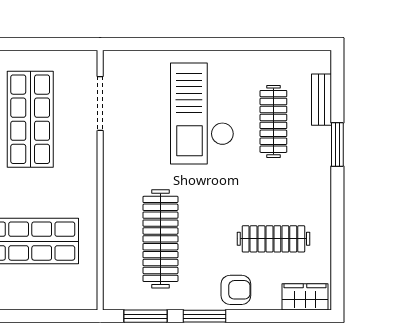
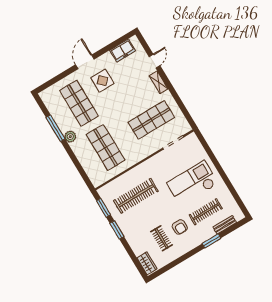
clothes rail: (273, 239) -> (162, 238), width x0.73
armchair: (236, 290) -> (180, 227), moved

